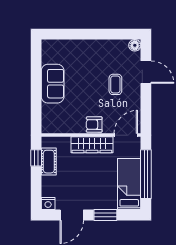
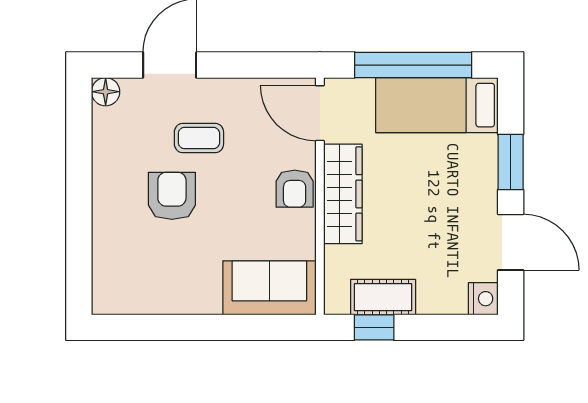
armchair: (91, 73) -> (172, 196), added
sofa: (53, 84) -> (269, 288), moved

